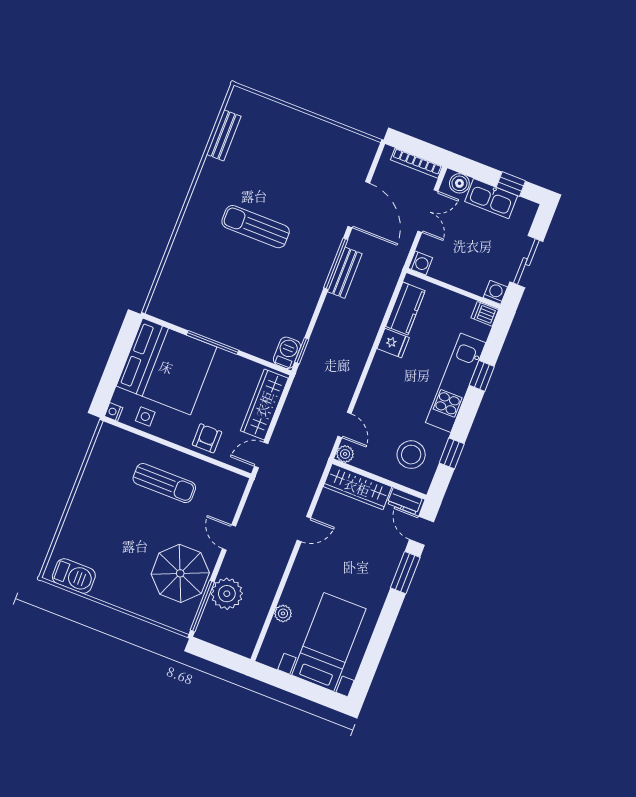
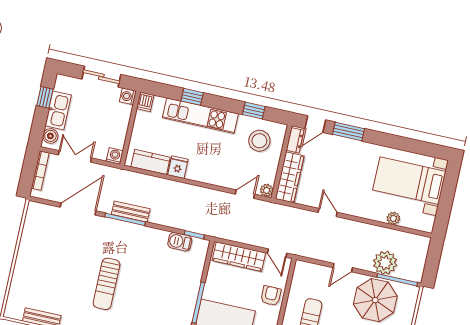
barbecue: (287, 353) -> (180, 242), moved
armchair: (207, 438) -> (271, 296), turned 90

